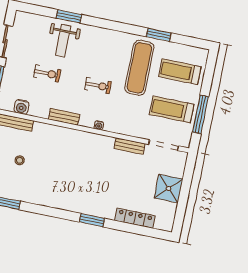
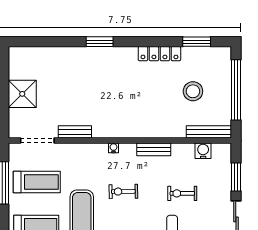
stool: (20, 160) -> (193, 91), width x1.89, depth x1.89
locker: (135, 218) -> (159, 54), moved

